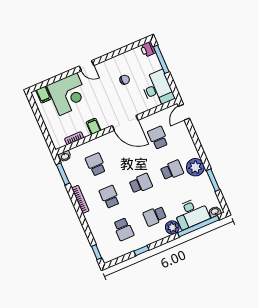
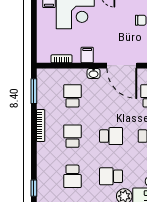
washbasin: (65, 156) -> (94, 73), moved

